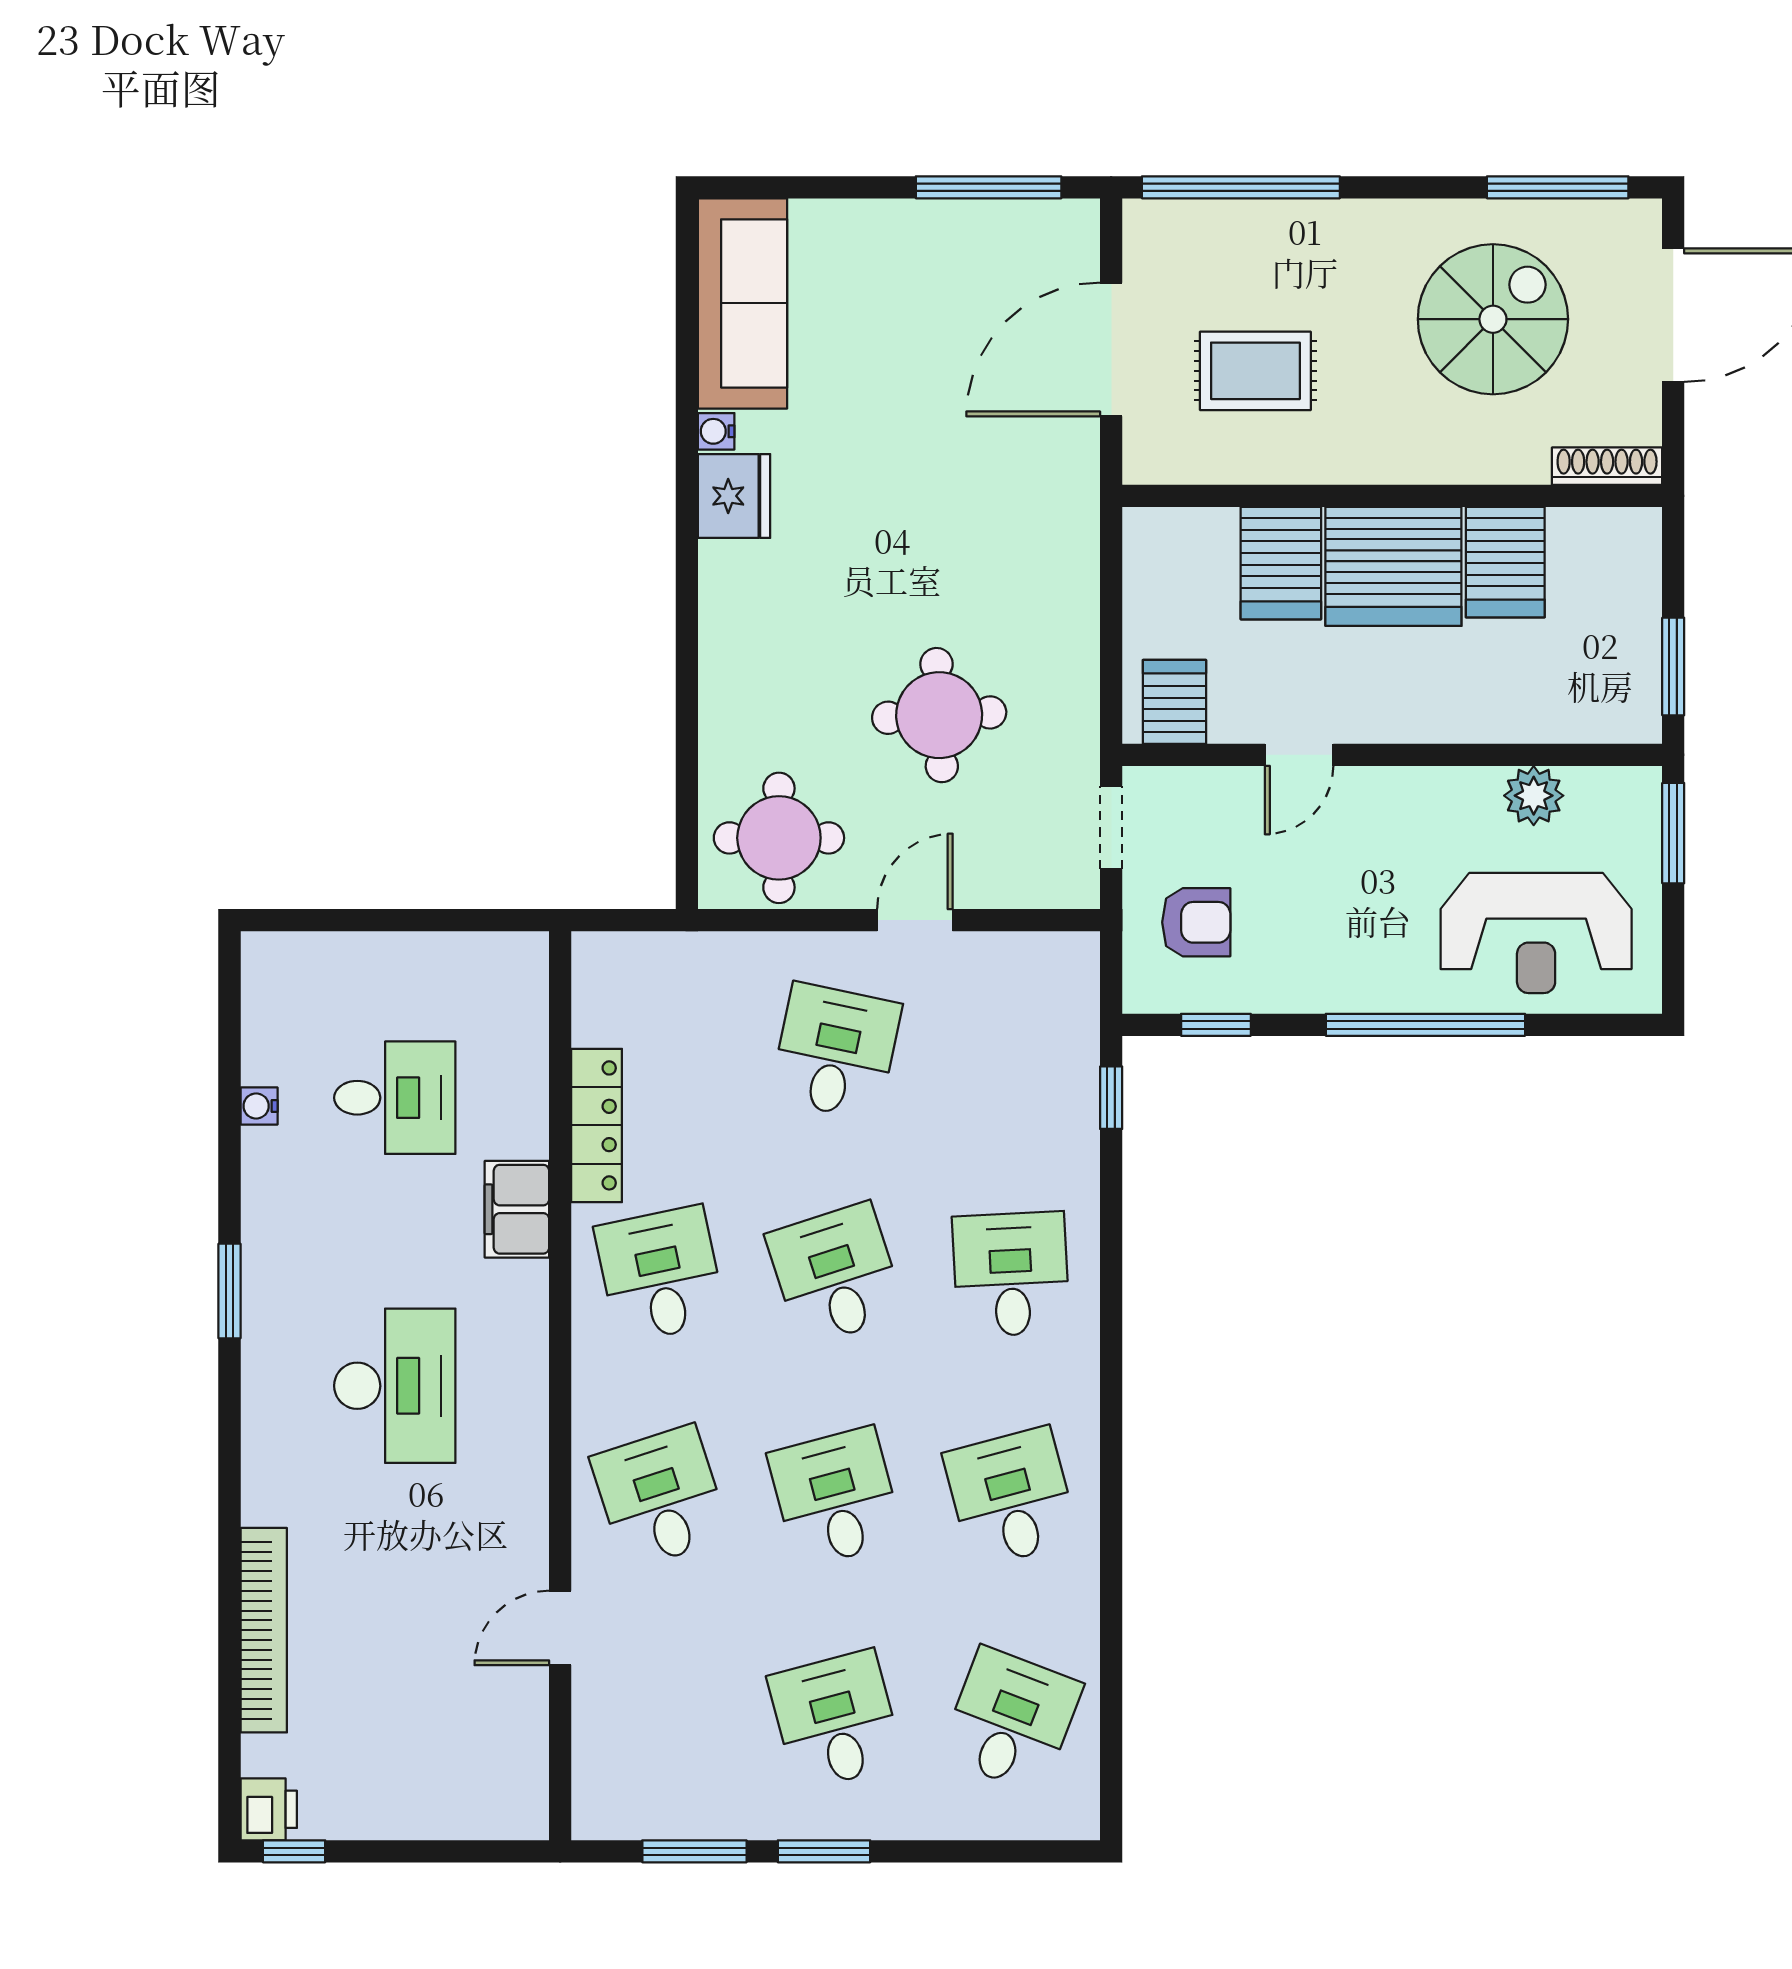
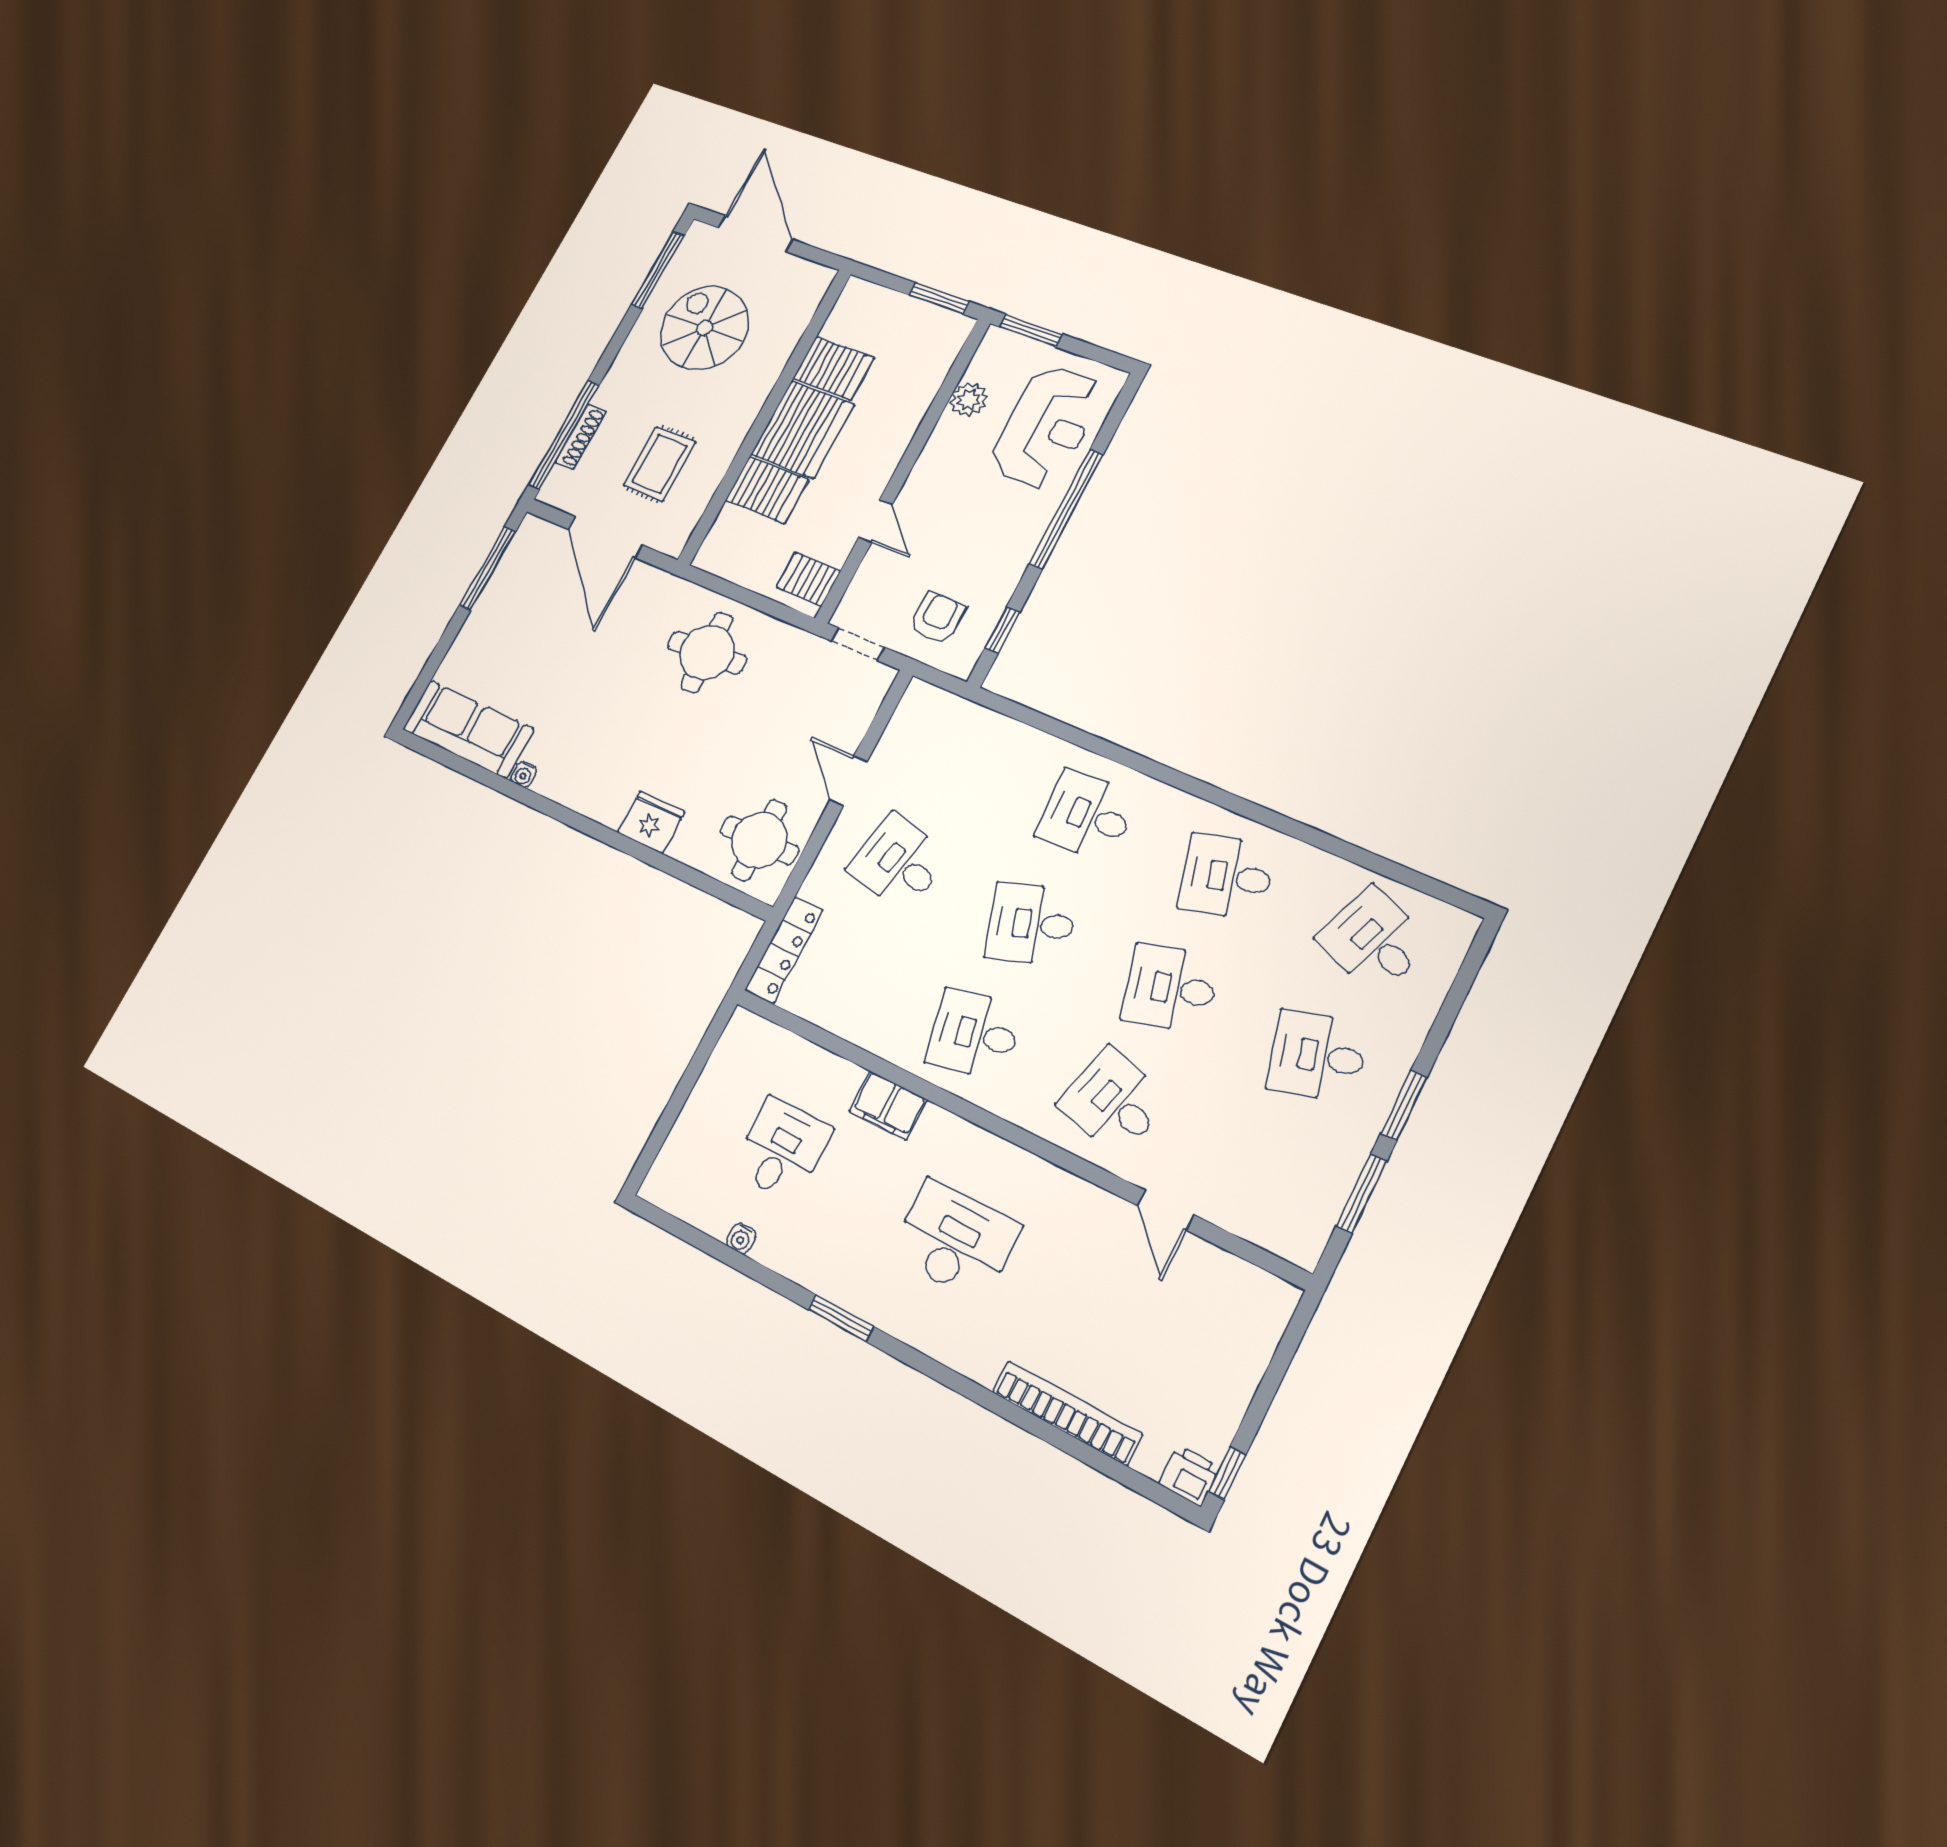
shoe rack: (1607, 466) -> (581, 437), moved, turned 180
fridge: (734, 496) -> (651, 822), moved
round table: (939, 715) -> (707, 652), moved
window: (1111, 1098) -> (1012, 710), removed
locker: (597, 1125) -> (784, 950), moved, turned 90
desk: (660, 1497) -> (1114, 1102), turned 33

